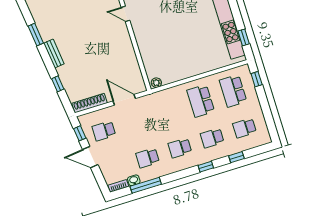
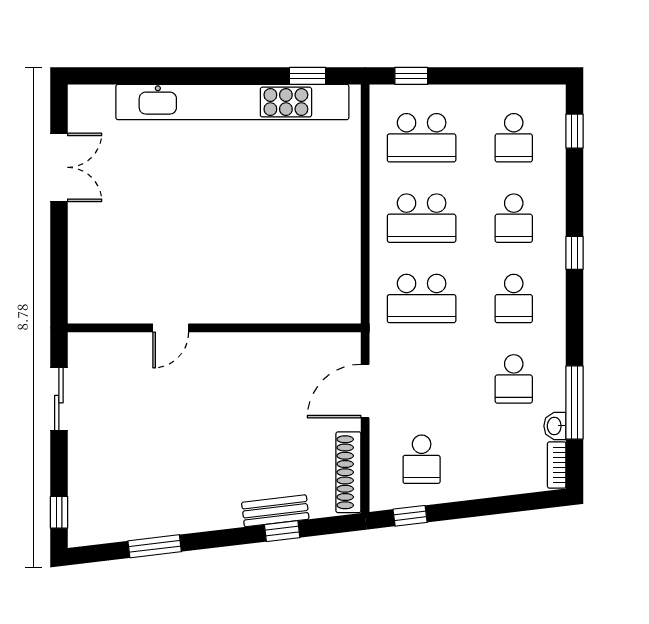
bench: (54, 54) -> (275, 511), moved
plant: (156, 83) -> (349, 306), removed
school desk: (168, 111) -> (422, 298), added
door: (90, 157) -> (471, 508), removed
window: (236, 157) -> (574, 131), moved

